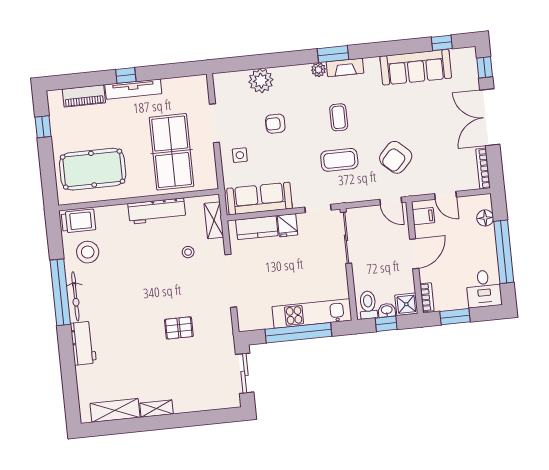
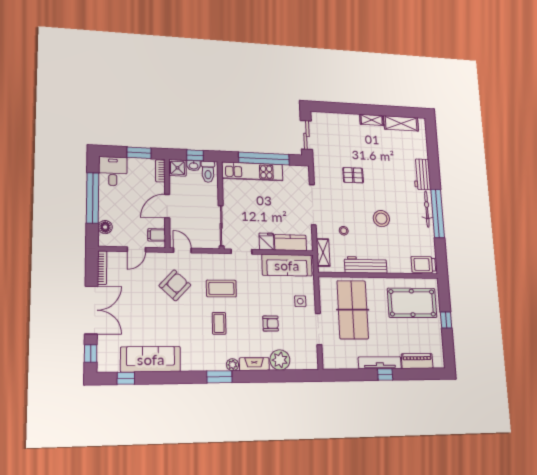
fireplace: (345, 67) -> (254, 364), moved
window: (43, 127) -> (446, 320), moved
door: (446, 195) -> (136, 249), swing flipped
stool: (88, 252) -> (381, 219), moved

